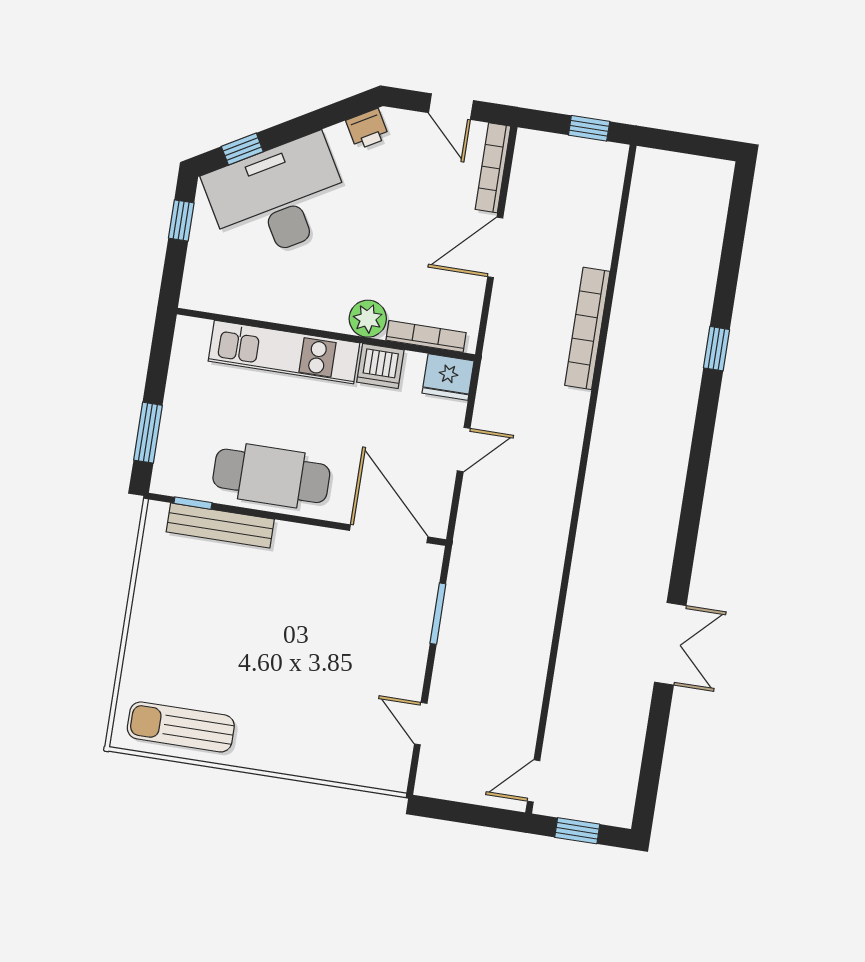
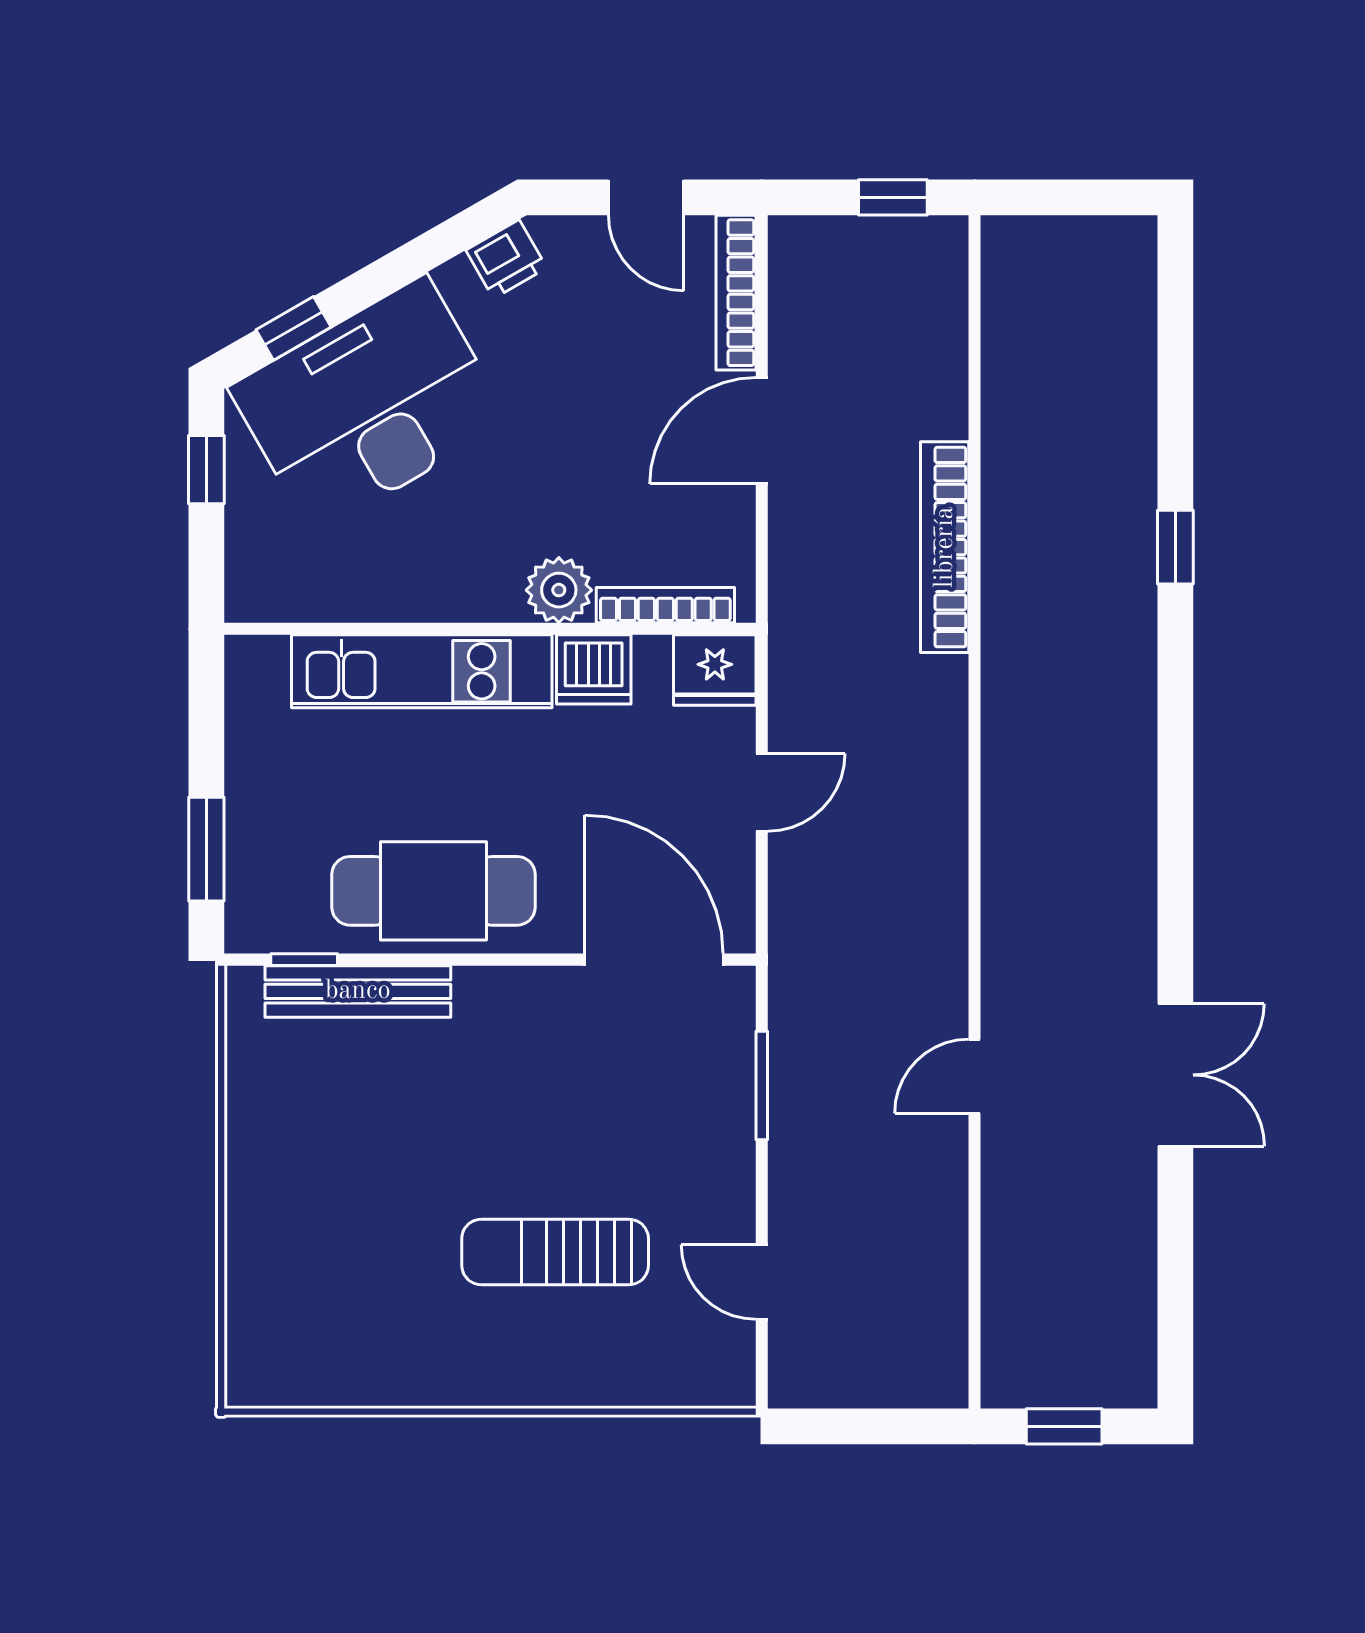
sun lounger: (181, 727) -> (555, 1252), moved
door: (534, 781) -> (975, 1076), moved

